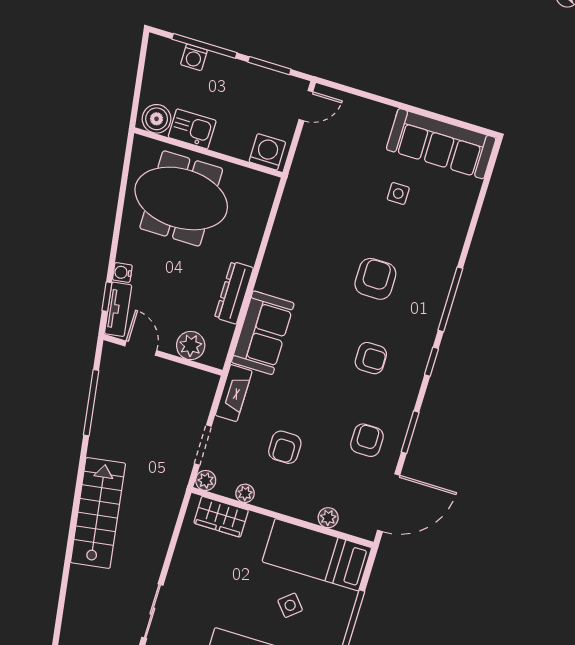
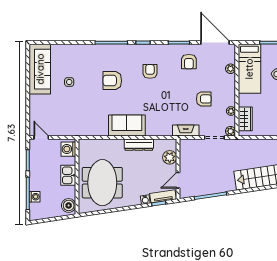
kitchen sink: (192, 129) -> (68, 175), moved
sofa: (263, 333) -> (127, 125), moved
armchair: (367, 440) -> (189, 62), turned -90

